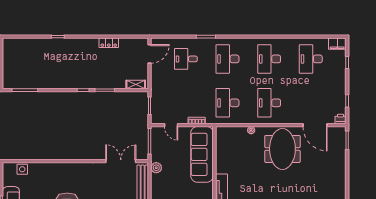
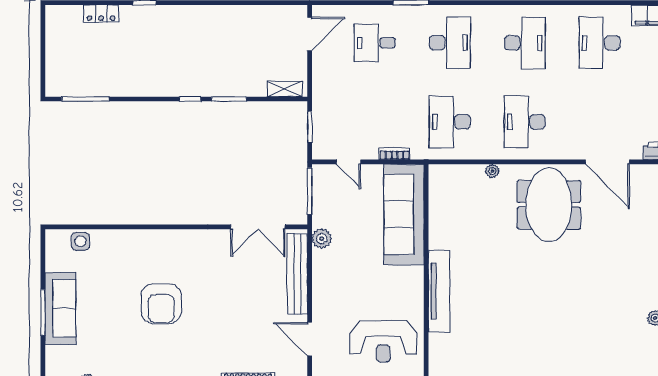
locker: (109, 43) -> (101, 14), moved
desk: (227, 59) -> (450, 43), turned 180
desk: (269, 59) -> (525, 43), turned 180
double door: (121, 161) -> (258, 227), swing flipped

